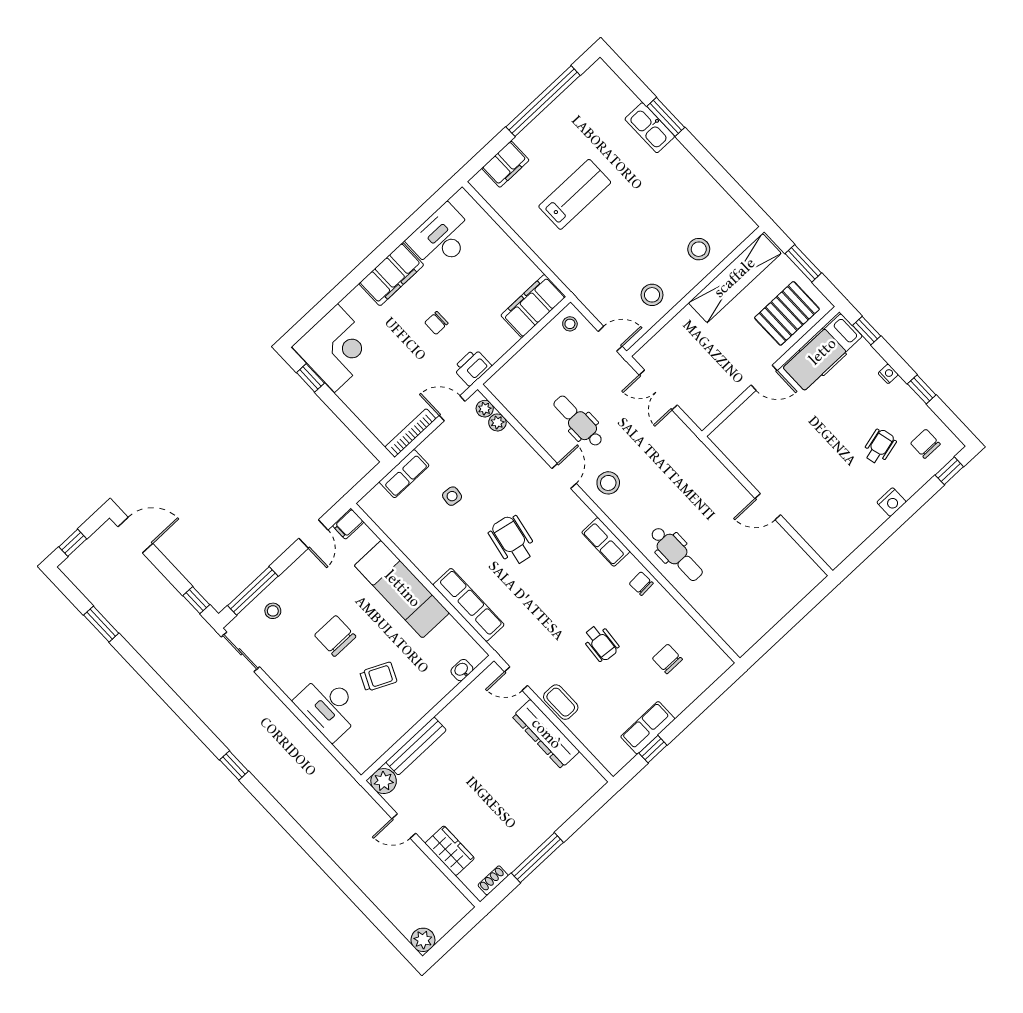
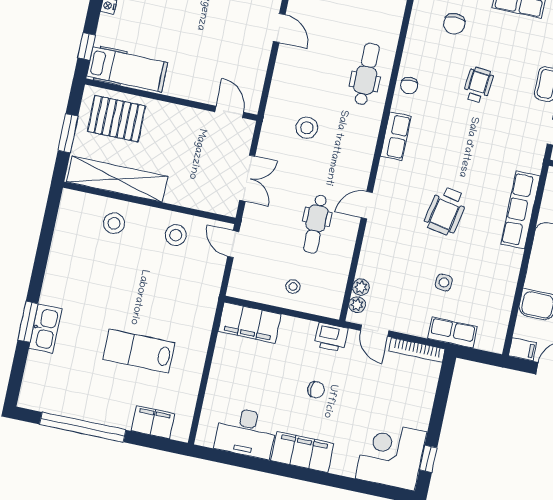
stool: (570, 324) -> (293, 286), moved
door: (764, 378) -> (229, 112), moved
stool: (608, 483) -> (307, 128), moved

